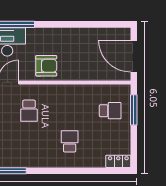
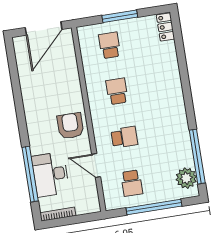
window: (134, 110) -> (120, 16), moved
school desk: (70, 141) -> (117, 91), moved, turned 90

